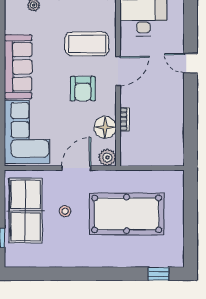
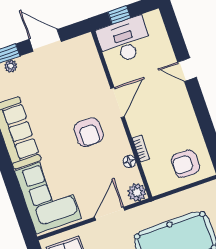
coffee table: (87, 44) -> (77, 86), removed
floor lamp: (105, 127) -> (129, 161), width x0.53, depth x0.53
armchair: (160, 147) -> (186, 164), added

